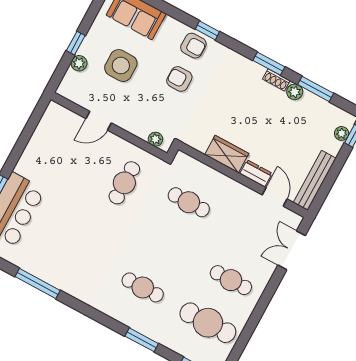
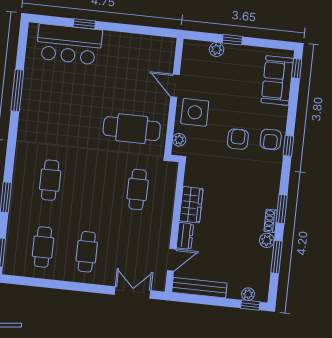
side table: (121, 66) -> (195, 112), moved
cafe table: (124, 183) -> (132, 129), width x1.37, depth x1.35
cafe table: (208, 323) -> (43, 247), width x0.73, depth x0.74

